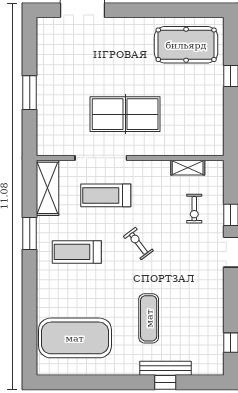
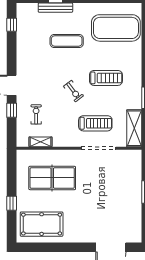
table tennis table: (125, 114) -> (52, 178), moved
treadmill: (77, 252) -> (106, 78), moved
exercise mat: (149, 318) -> (67, 41), turned 90

